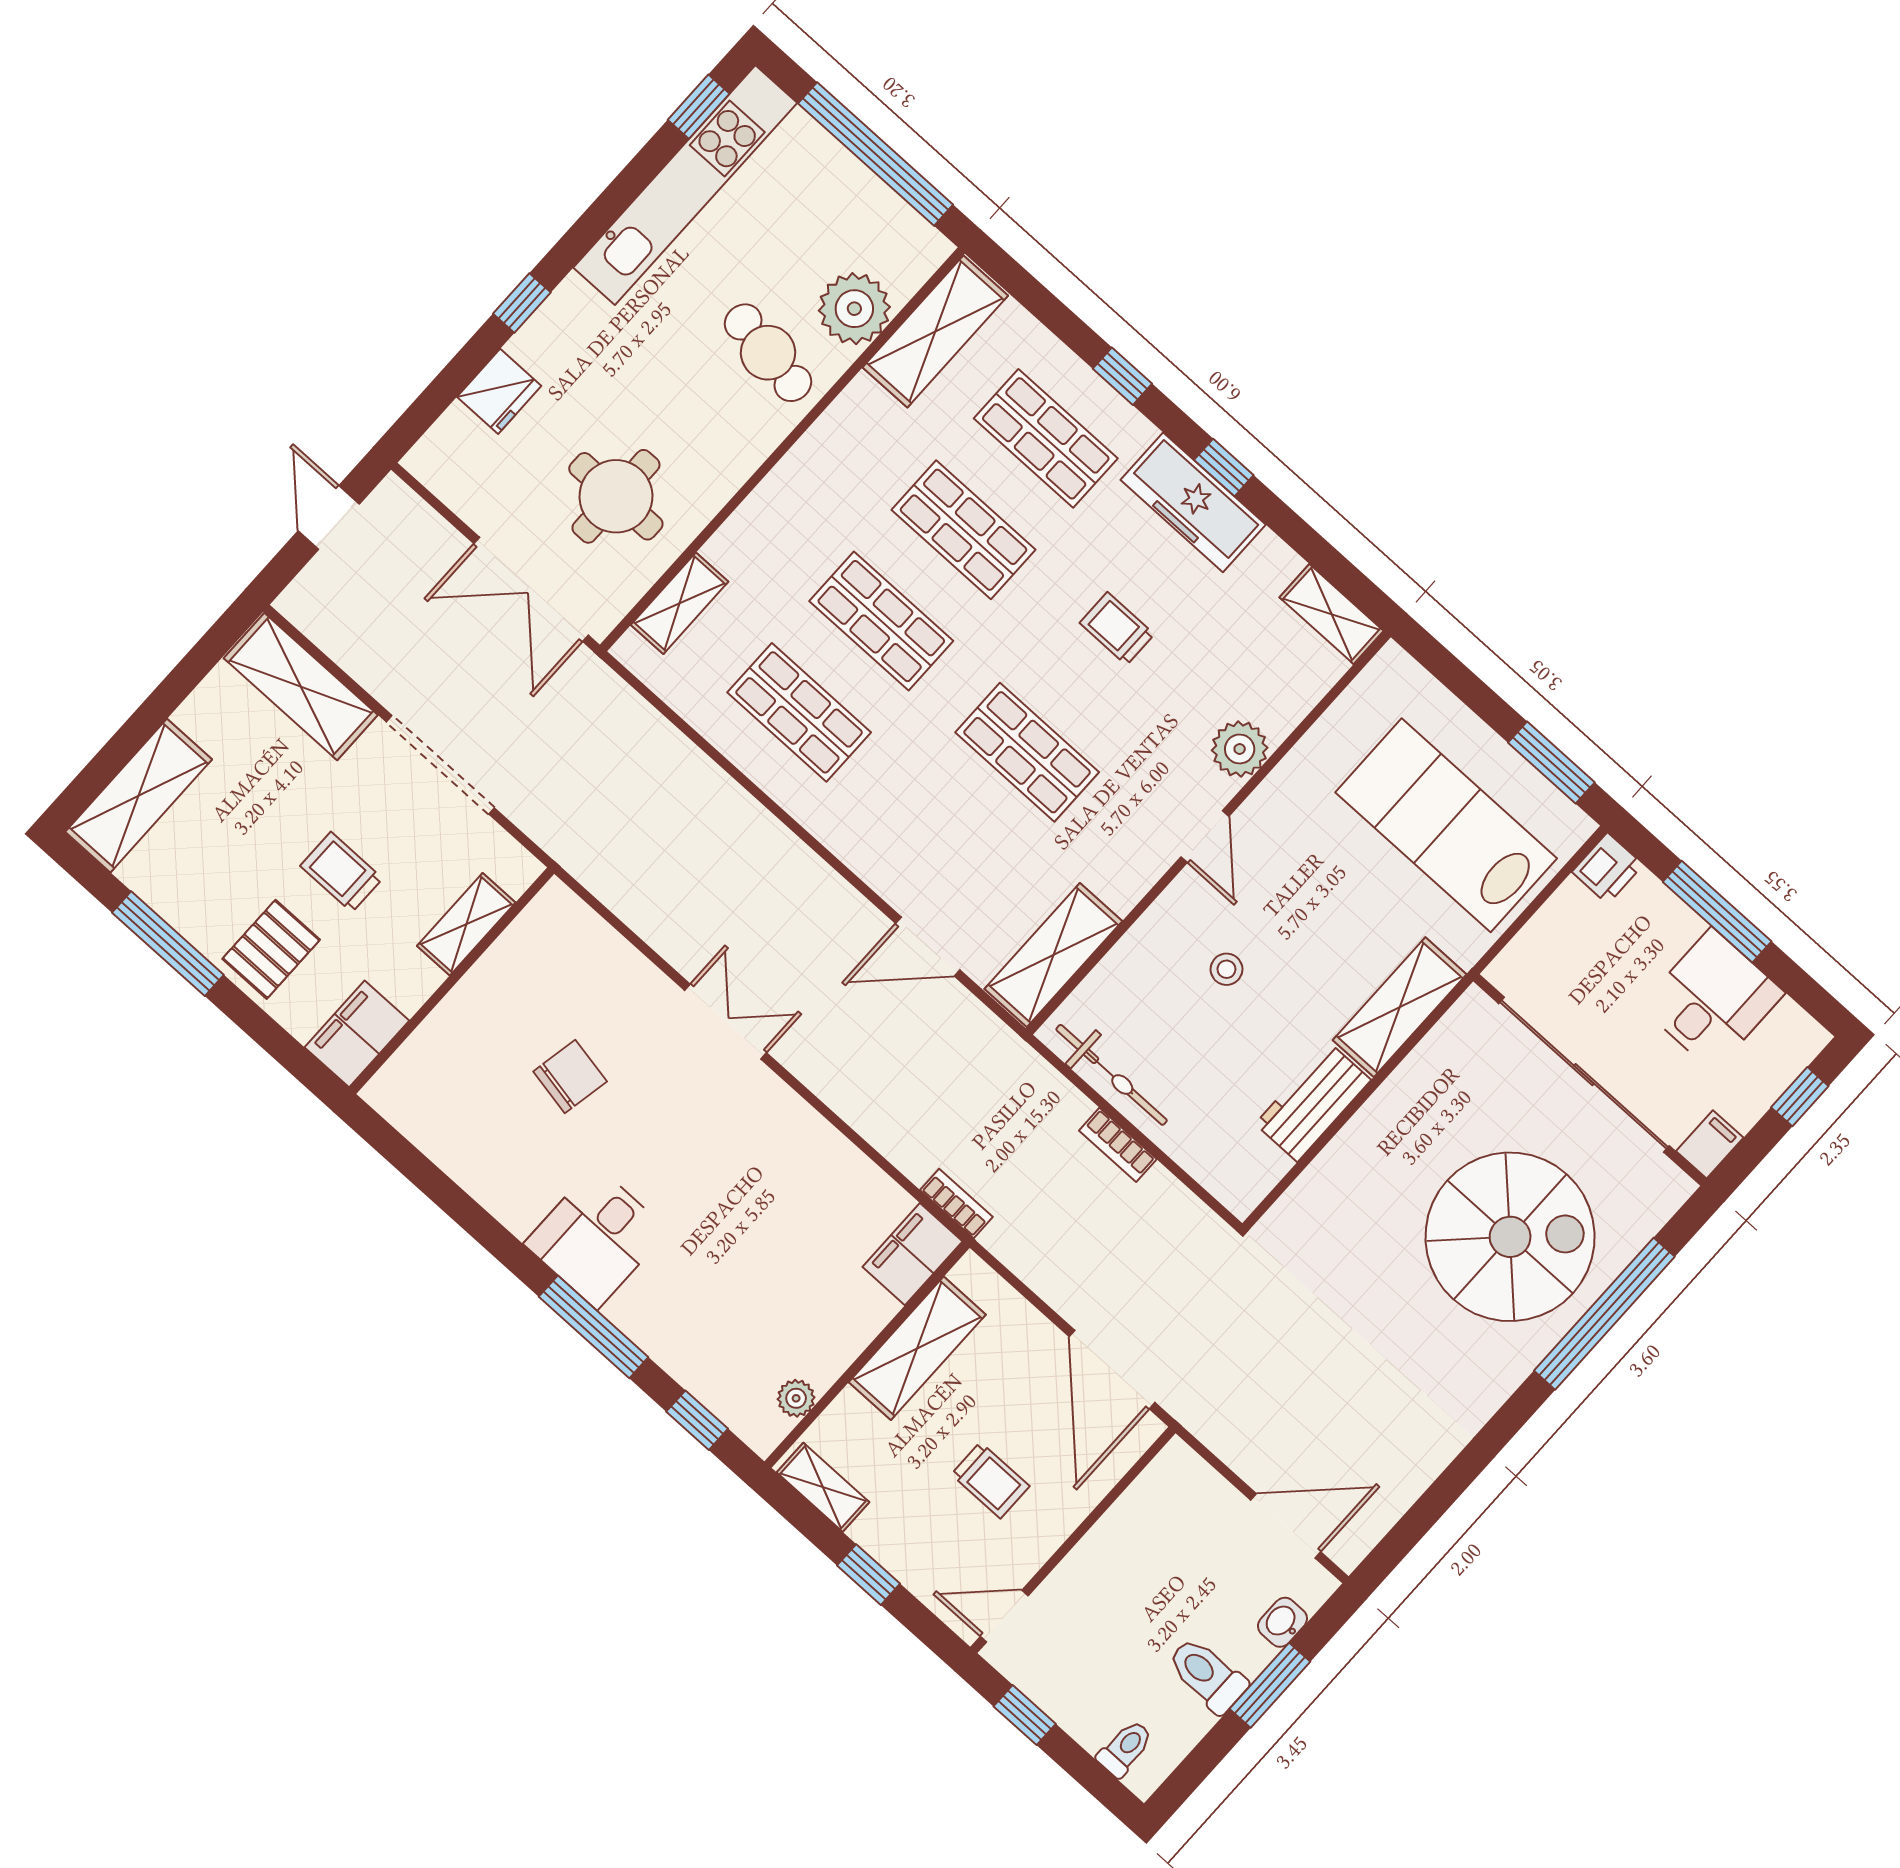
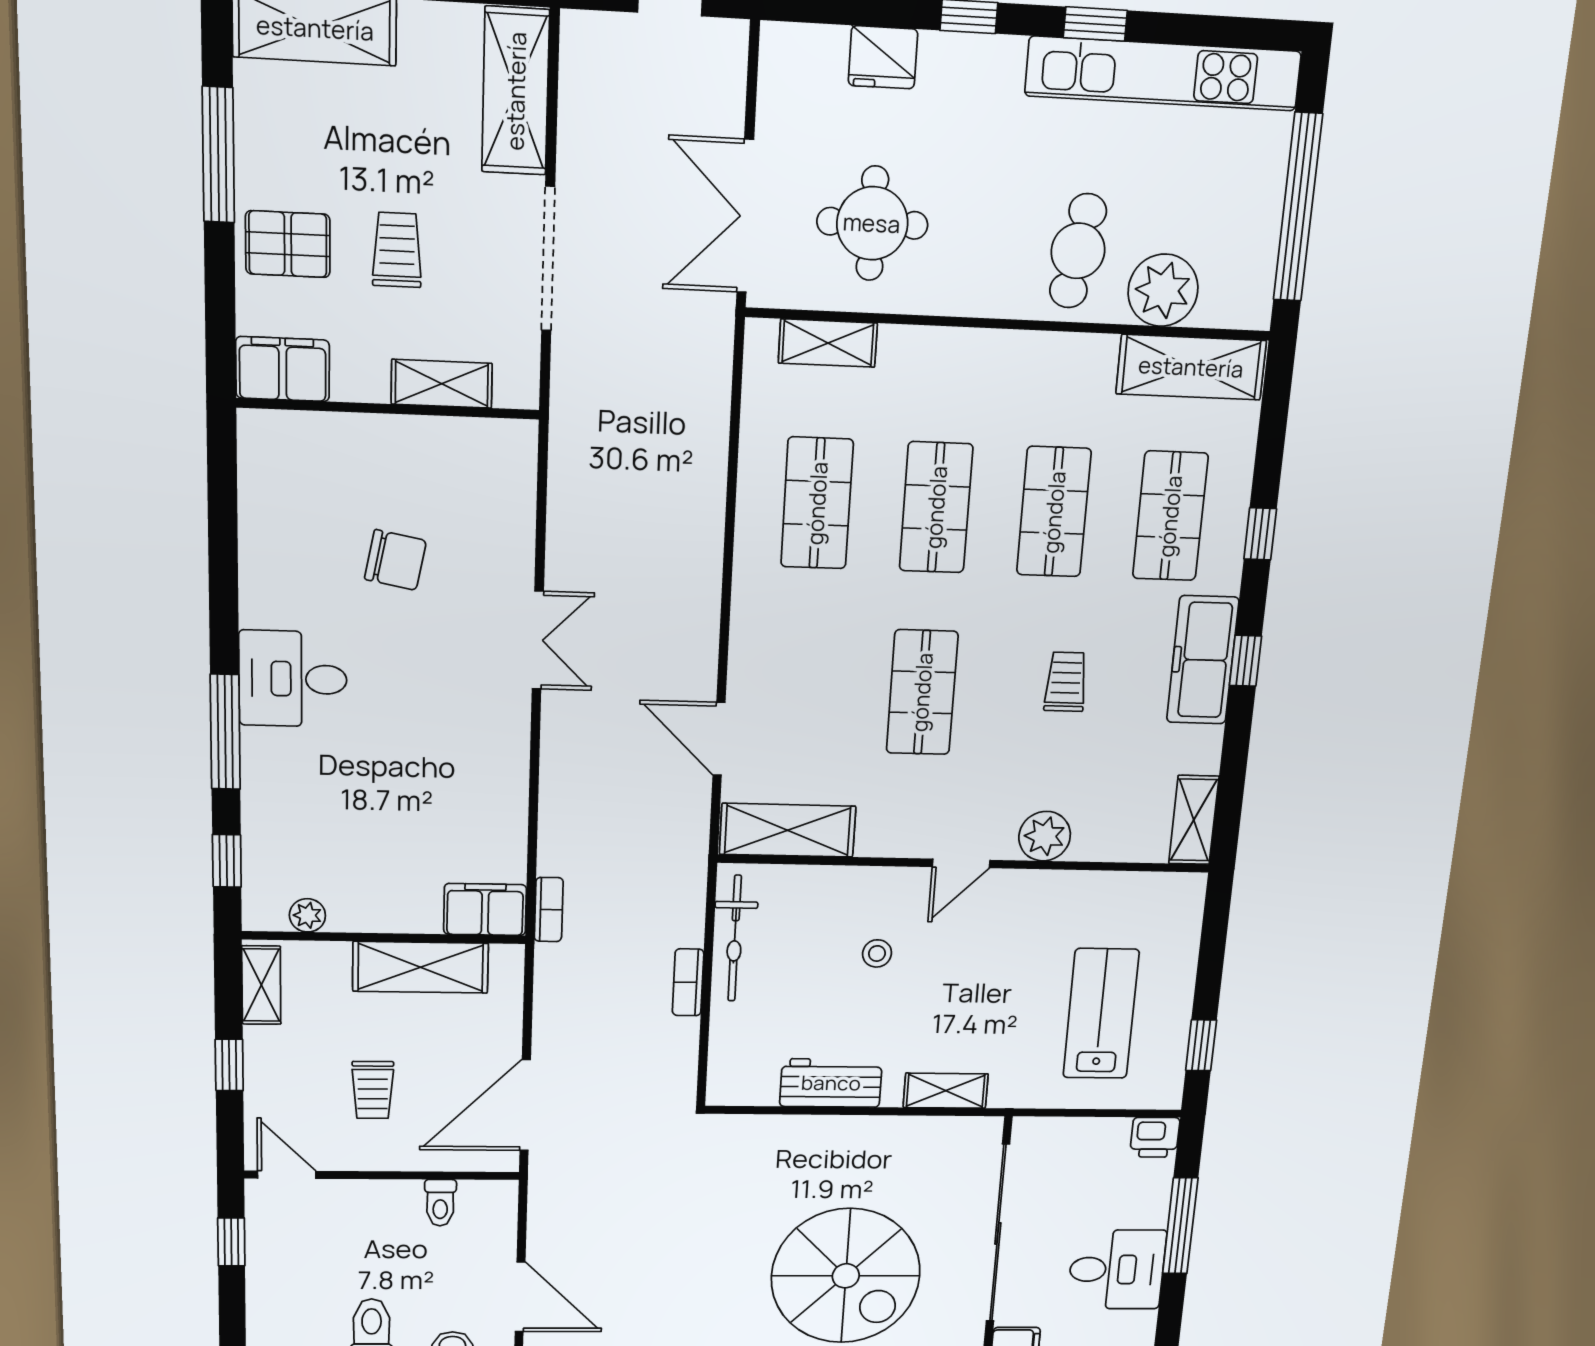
window: (699, 107) -> (1095, 24), moved
window: (1551, 762) -> (1201, 1045), width x0.67
lab bench: (1446, 825) -> (1101, 1014), width x0.73, depth x0.72
shelving: (1400, 1007) -> (946, 1091), width x0.67, depth x0.75
toilet: (1125, 1748) -> (440, 1203), moved, turned 90

